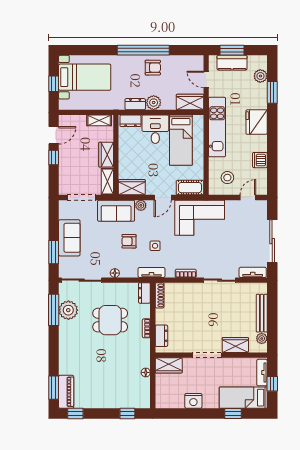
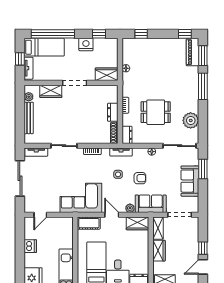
stool: (227, 178) -> (57, 231), removed
door: (163, 198) -> (112, 215), hinge flipped
window: (54, 310) -> (203, 86), moved
dresser: (161, 336) -> (113, 112), moved
window: (178, 413) -> (99, 34), added
window: (233, 413) -> (53, 34), width x3.17

